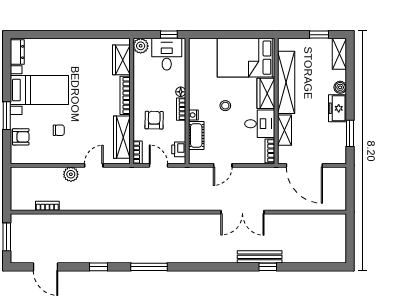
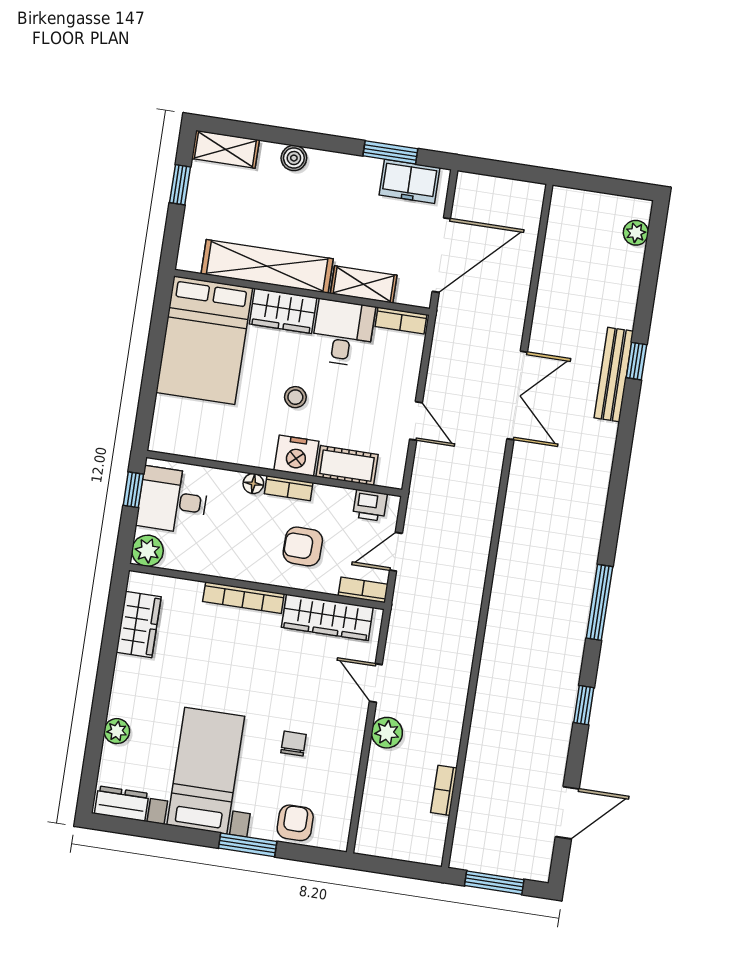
plant: (52, 44) -> (117, 731), added
wardrobe: (121, 60) -> (139, 624), moved, turned -90
freezer: (337, 108) -> (410, 181), moved
nightstand: (193, 115) -> (296, 456), width x1.89, depth x1.79
plant: (329, 257) -> (636, 233), added

